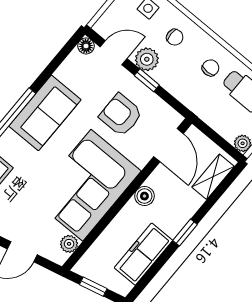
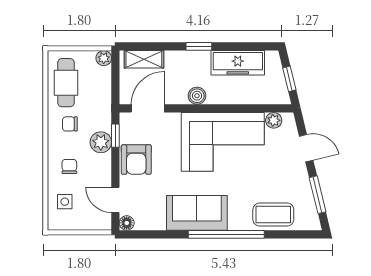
plant: (147, 59) -> (101, 142), moved
window: (147, 80) -> (115, 136), moved
armchair: (121, 115) -> (136, 160), moved

